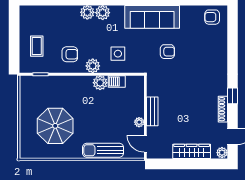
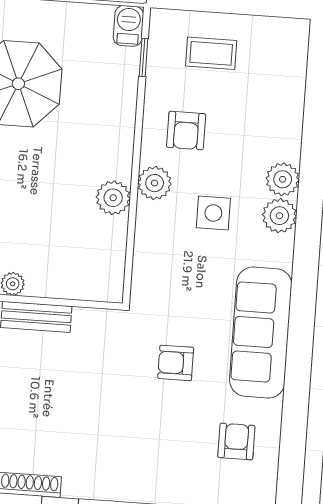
armchair: (212, 17) -> (236, 441), moved
armchair: (167, 52) -> (176, 363), turned 90
side table: (118, 54) -> (213, 213), moved
barbecue: (117, 82) -> (128, 26), moved

